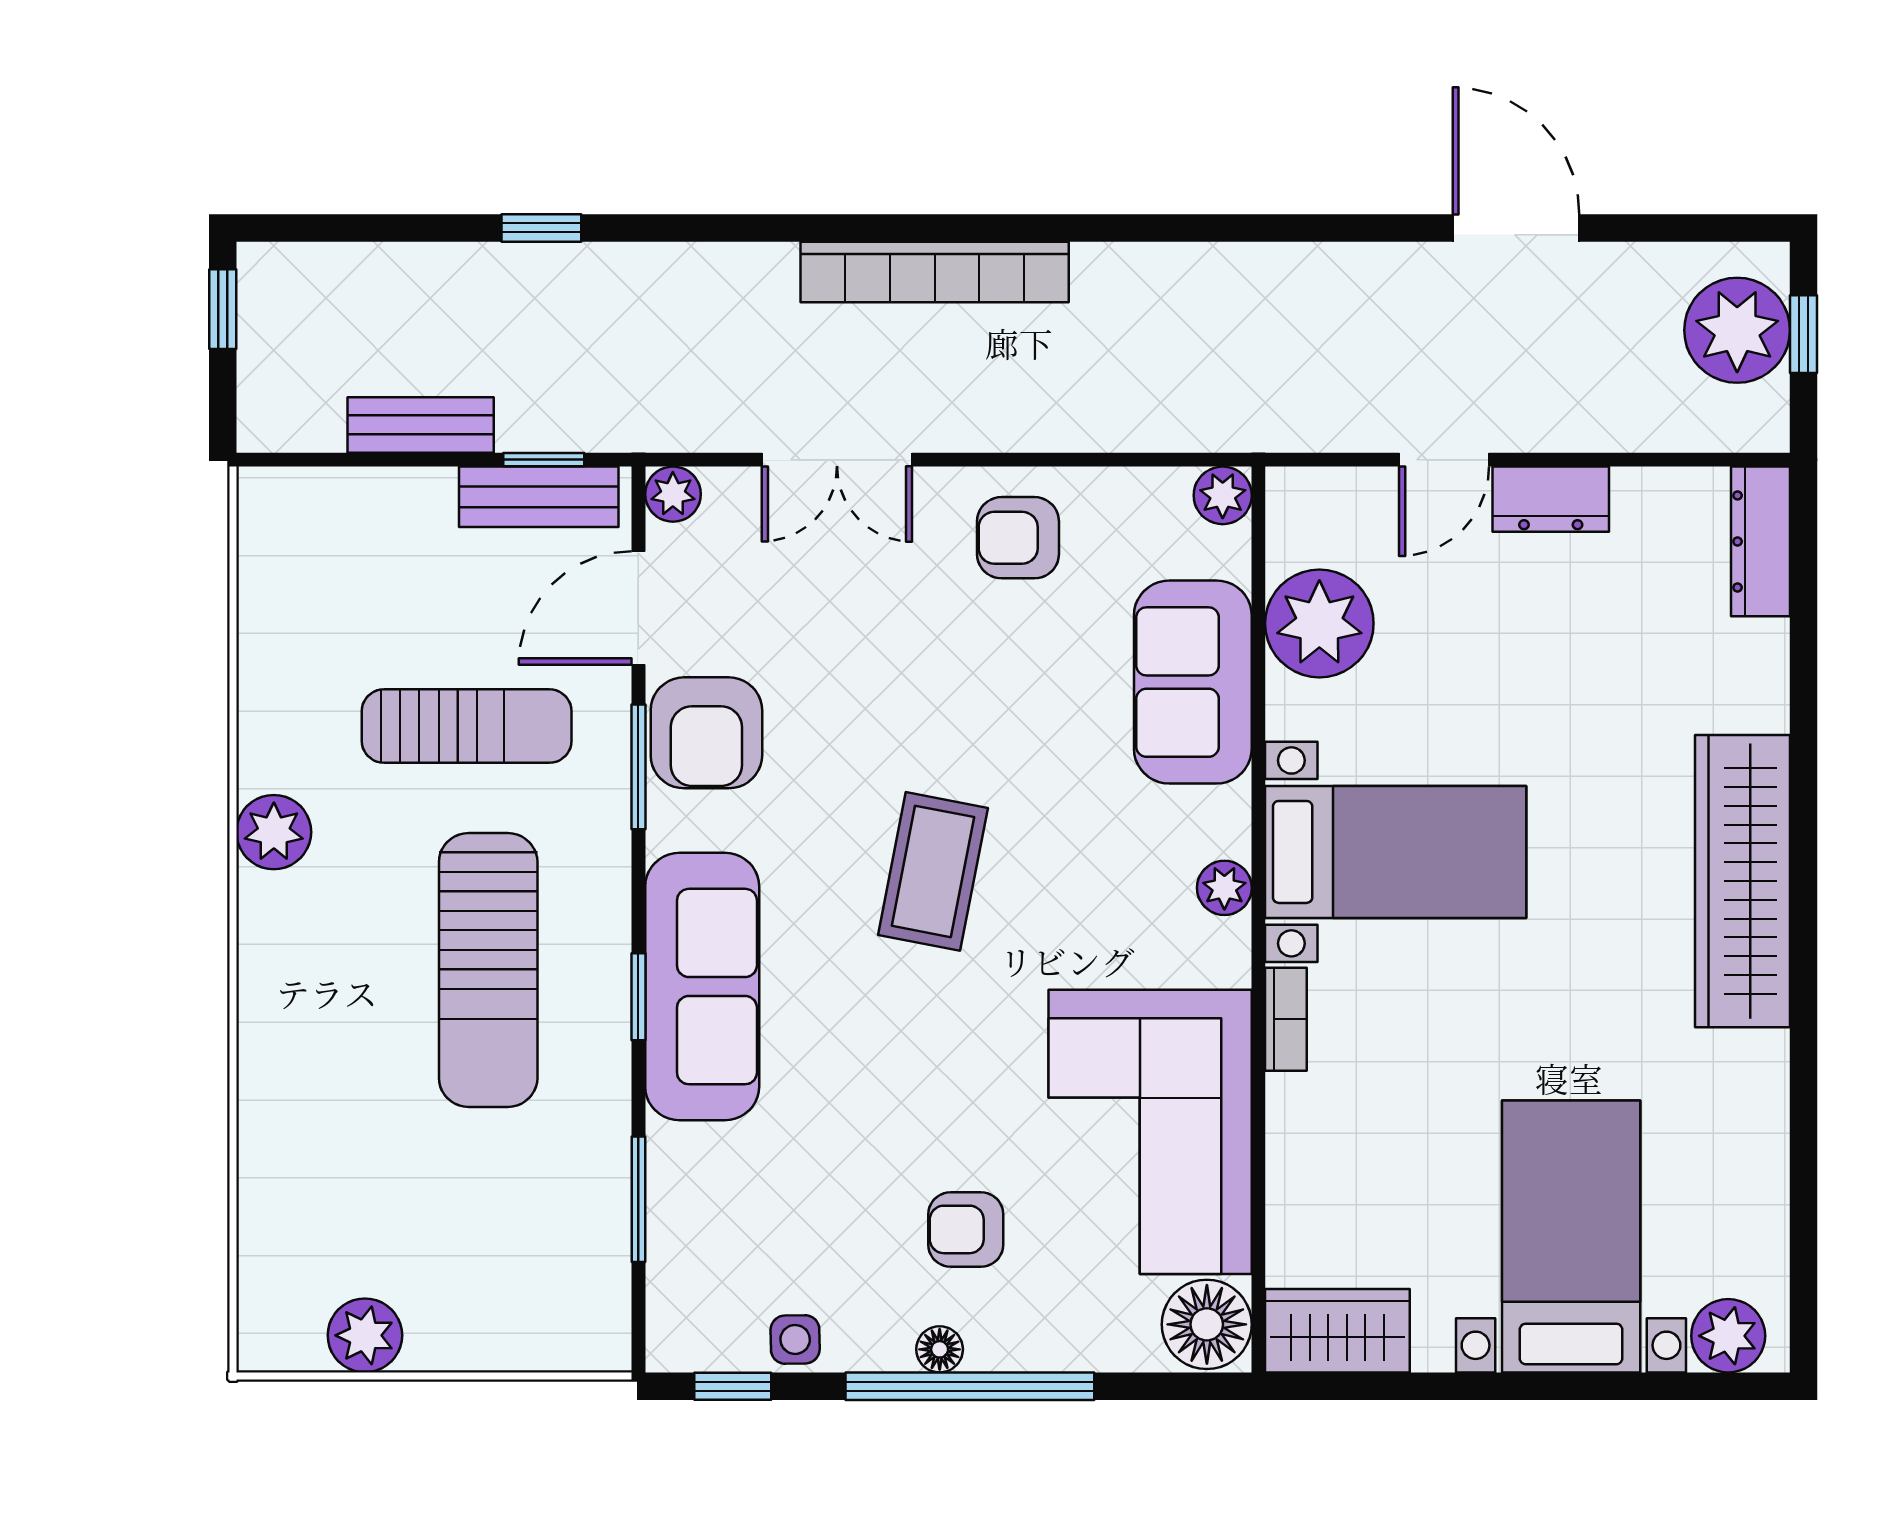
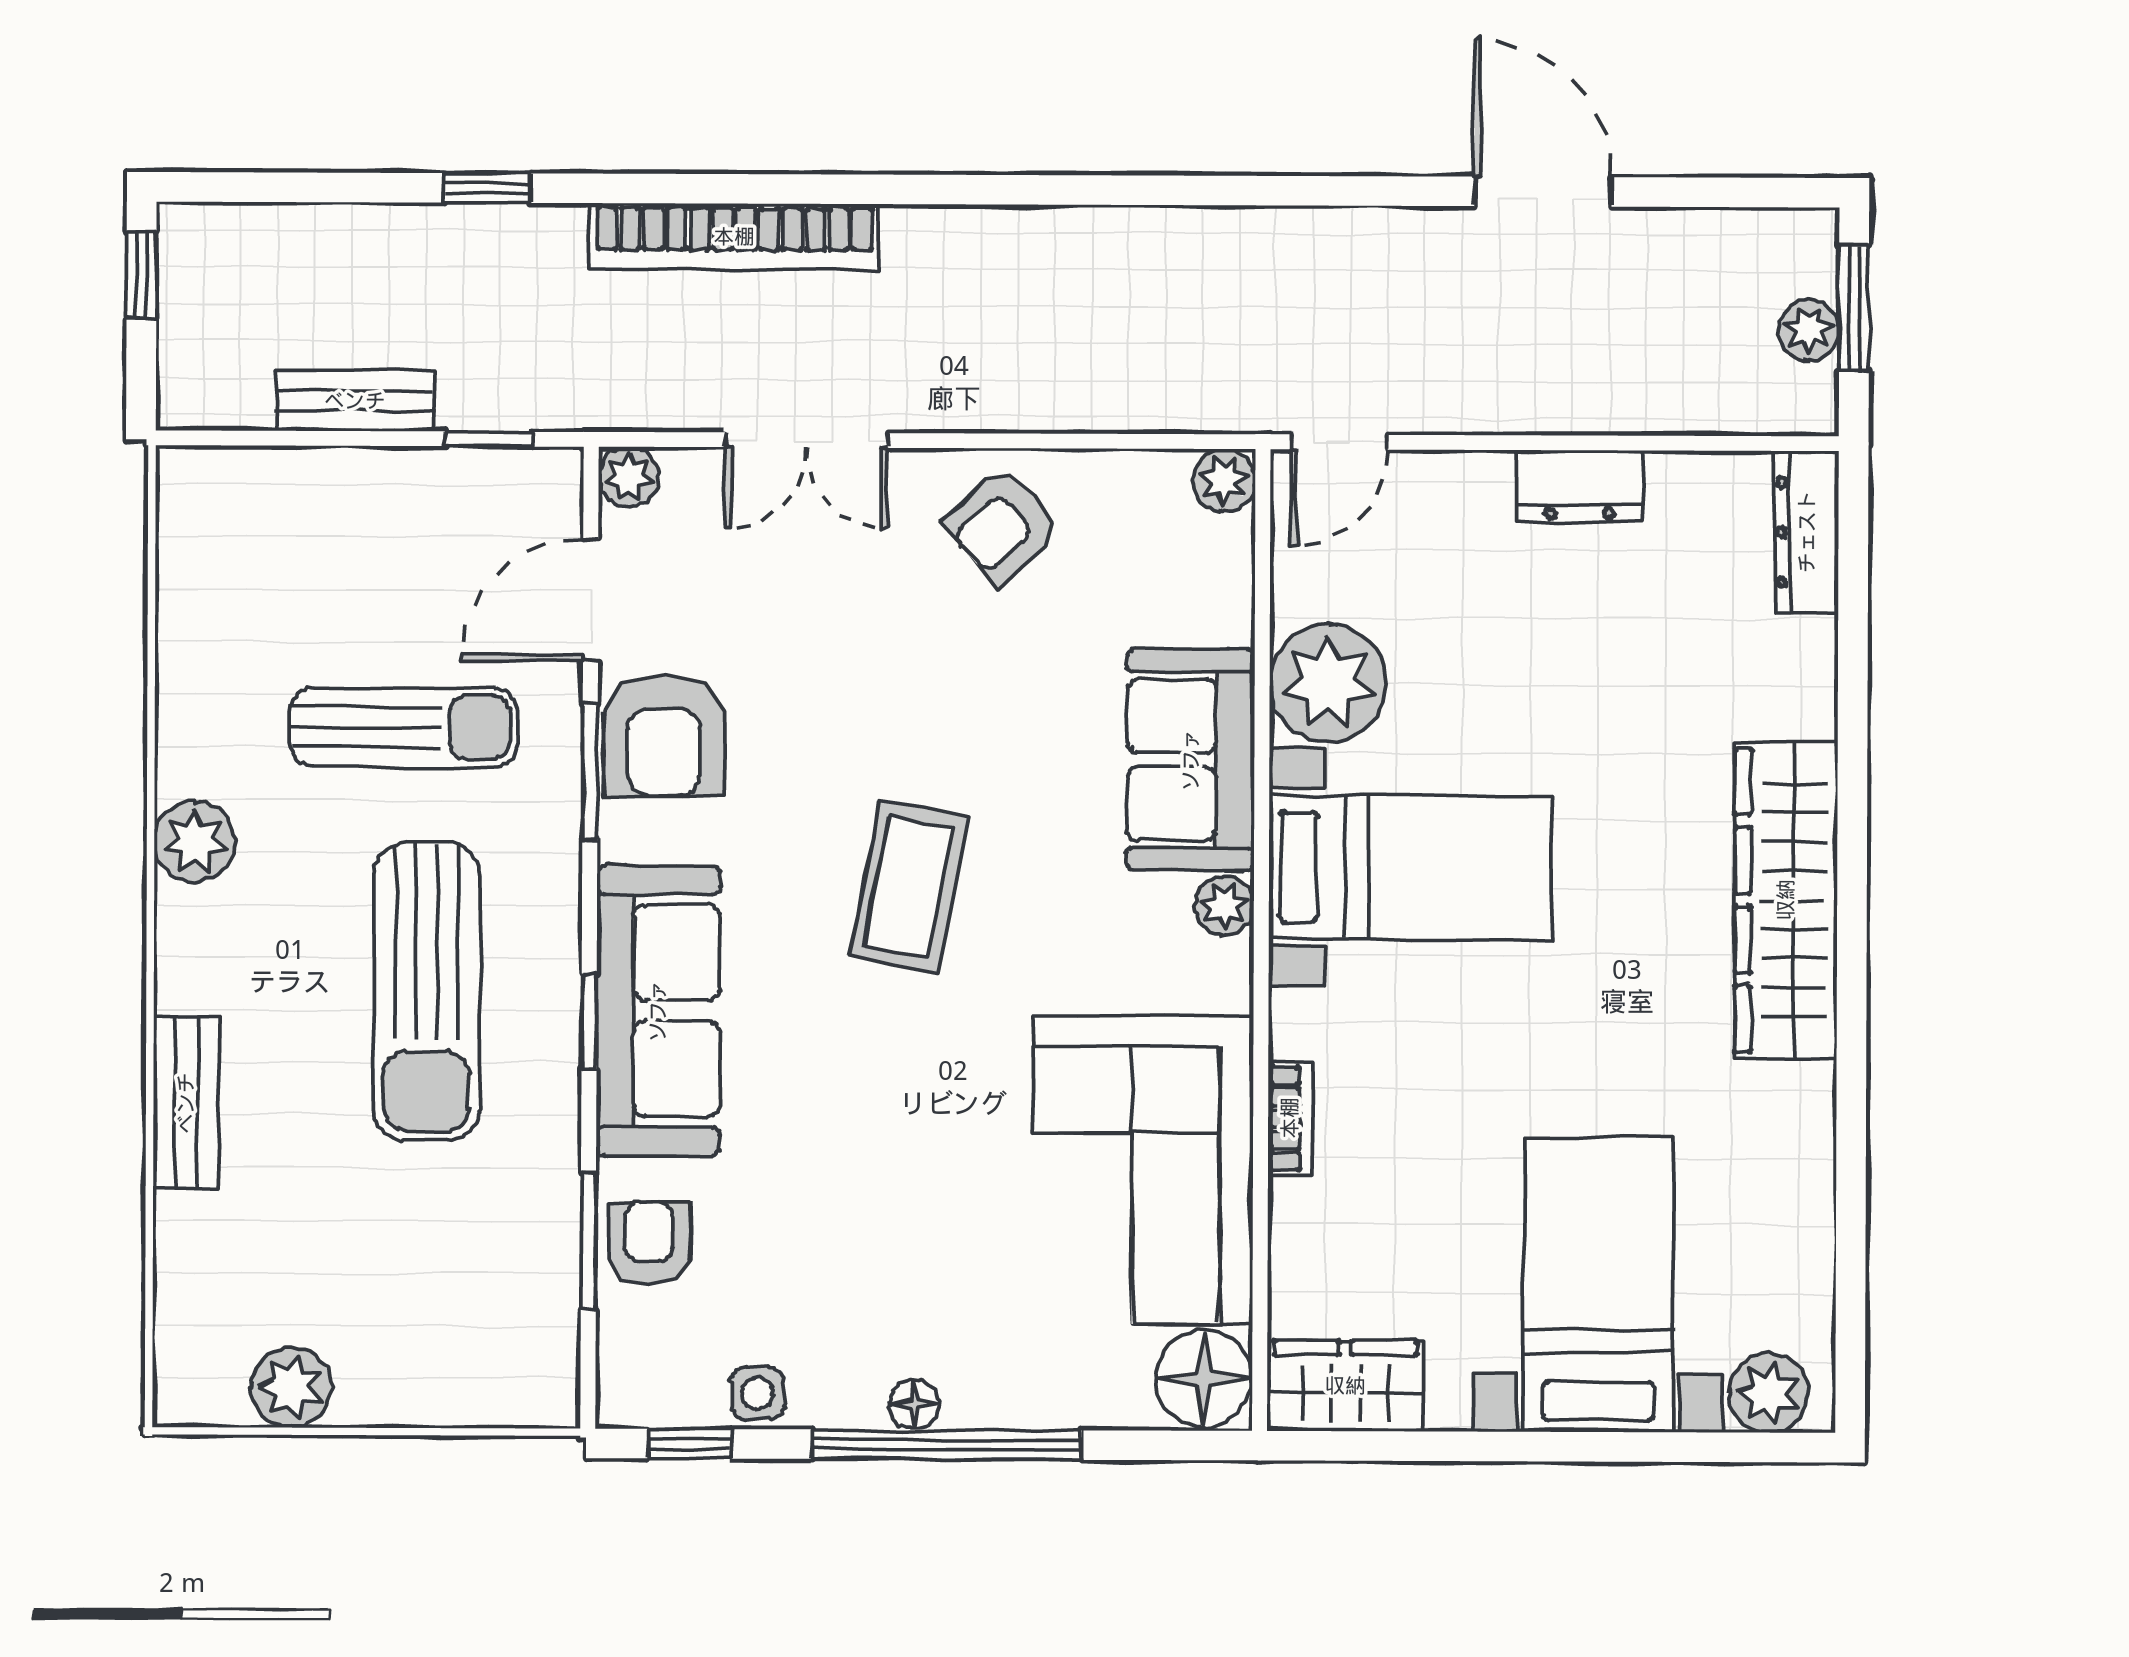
bookcase: (935, 272) -> (734, 237), moved
plant: (1737, 330) -> (1809, 330), width x0.53, depth x0.53
window: (1803, 334) -> (1854, 308), width x1.50
door: (1444, 460) -> (1339, 442), moved
bench: (539, 497) -> (186, 1103), moved, turned 90
armchair: (1018, 538) -> (1002, 525), turned -42
plant: (1319, 623) -> (1328, 683), moved
sofa: (1193, 682) -> (1191, 760), moved
bookcase: (1286, 1019) -> (1290, 1118), moved
armchair: (966, 1229) -> (649, 1243), moved, turned 90

